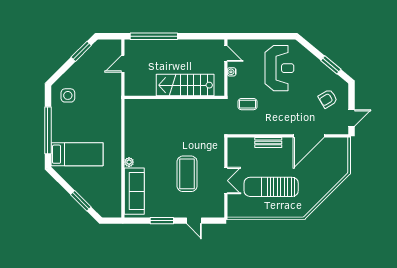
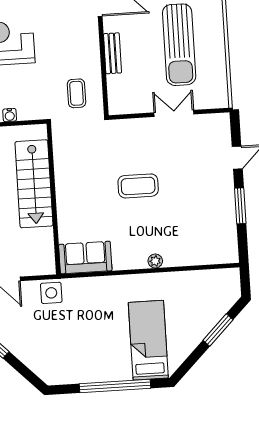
side table: (68, 95) -> (51, 293), moved
coffee table: (247, 104) -> (76, 93), moved
coffee table: (187, 174) -> (138, 186), moved, width x0.73, depth x0.76
sofa: (134, 191) -> (85, 258), moved, width x0.73

